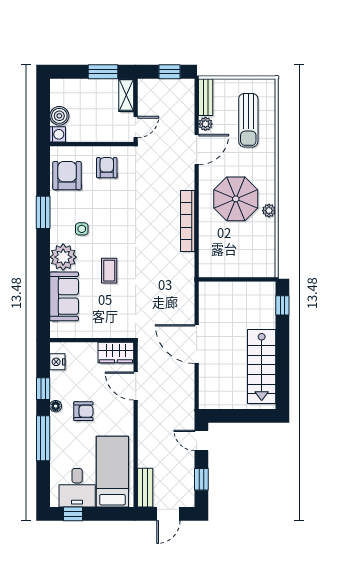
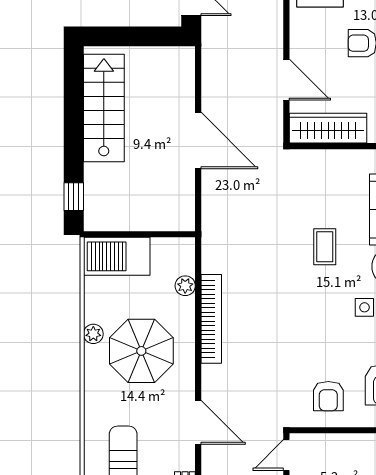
plant: (205, 124) -> (185, 286), moved
door: (197, 150) -> (198, 422), swing flipped
barbecue: (253, 264) -> (117, 256), added
wardrobe: (116, 353) -> (328, 128), width x1.50

